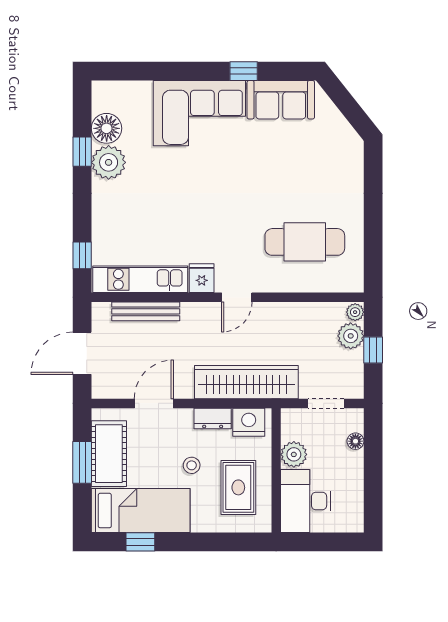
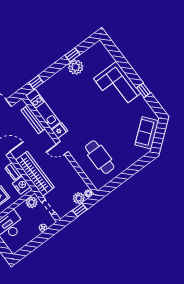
sofa: (281, 100) -> (147, 133), moved, turned 52
floor lamp: (107, 128) -> (87, 57), removed
plant: (294, 454) -> (32, 202), moved

